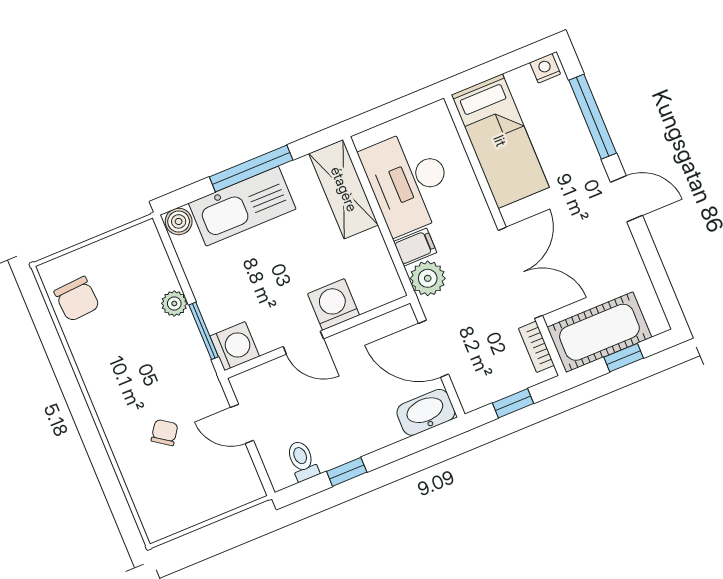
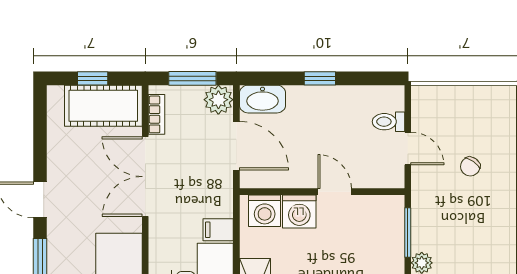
plant: (428, 278) -> (218, 100), moved
washing machine: (235, 346) -> (265, 211), moved, turned -90
window: (513, 403) -> (192, 78), width x1.50
toilet: (302, 461) -> (388, 122), moved, turned 90
window: (347, 472) -> (320, 78), moved

